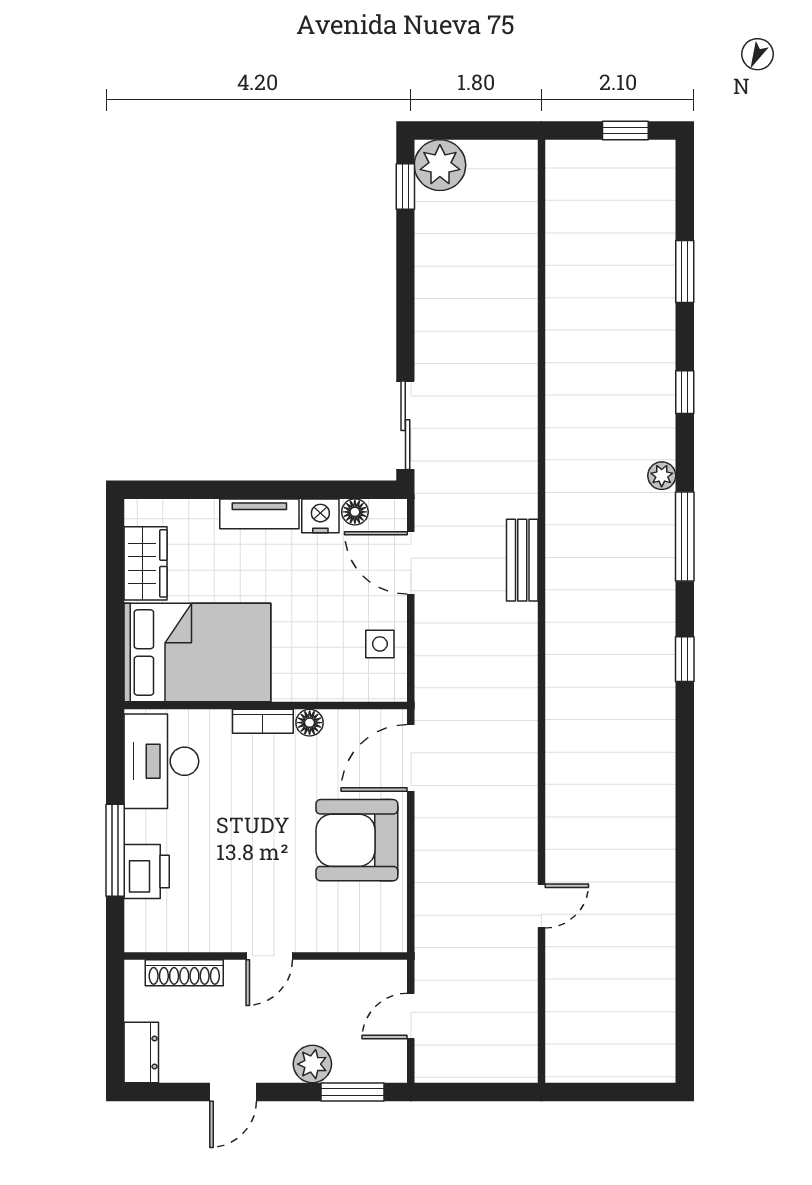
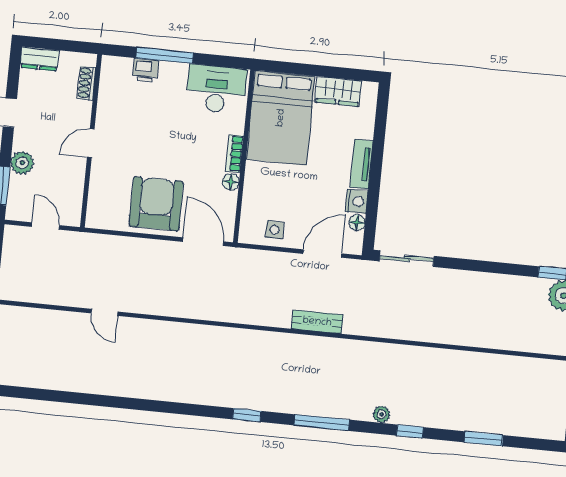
plant: (662, 476) -> (382, 414), moved
printer: (147, 871) -> (146, 70), width x0.73, depth x0.81
door: (269, 956) -> (91, 143), hinge flipped
shoe rack: (184, 973) -> (86, 83), width x0.70

